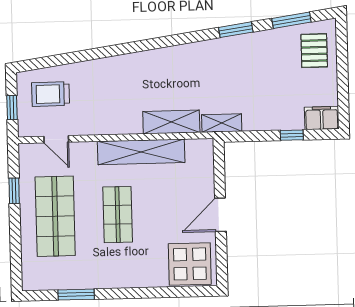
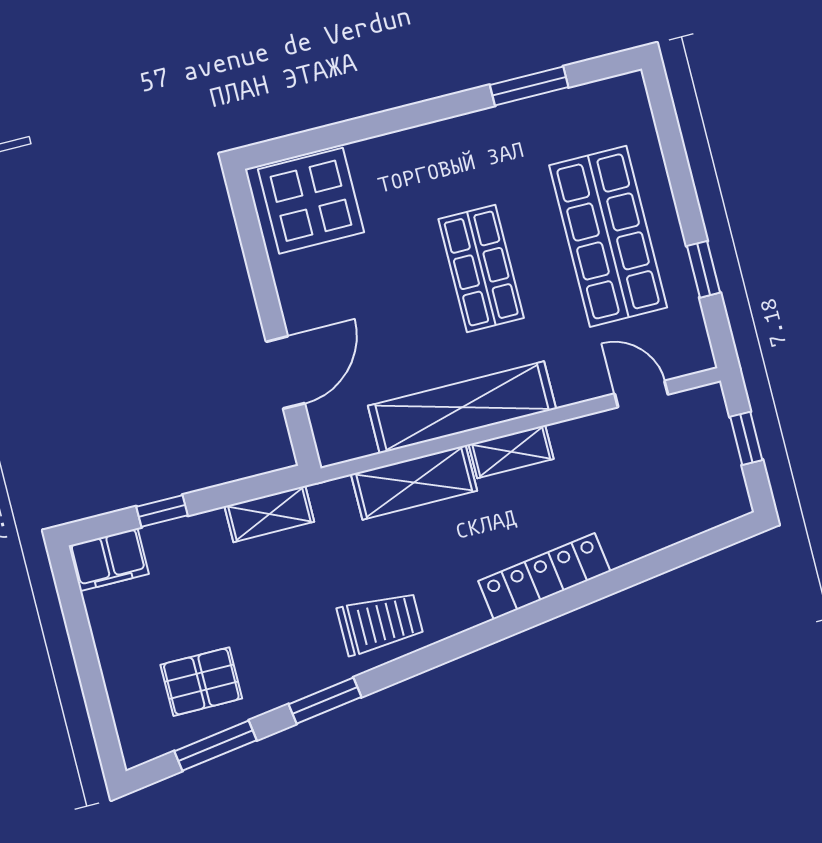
pallet: (314, 51) -> (201, 682), moved, turned 90
locker: (121, 65) -> (544, 576), added
trolley: (51, 94) -> (380, 623), moved
shelving: (222, 123) -> (269, 514), moved
shelving: (123, 126) -> (511, 452), added
door: (220, 215) -> (285, 372), moved

